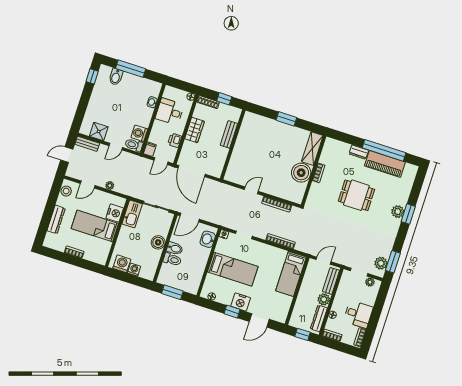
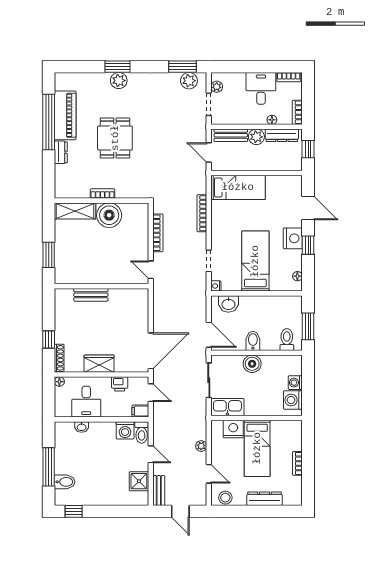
bench: (229, 134) -> (91, 295), moved
wall: (233, 144) -> (102, 286), moved
toilet: (172, 259) -> (287, 340), moved

